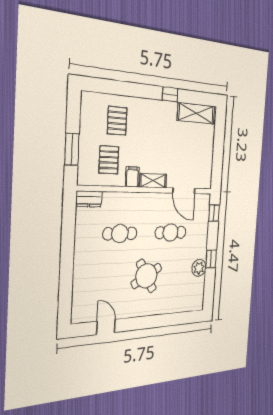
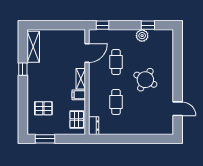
window: (72, 149) -> (45, 139), moved
pallet: (109, 160) -> (77, 119), moved, turned 90
window: (211, 259) -> (148, 25), moved
round table: (146, 276) -> (145, 80), turned -31
door: (106, 327) -> (178, 109), swing flipped

